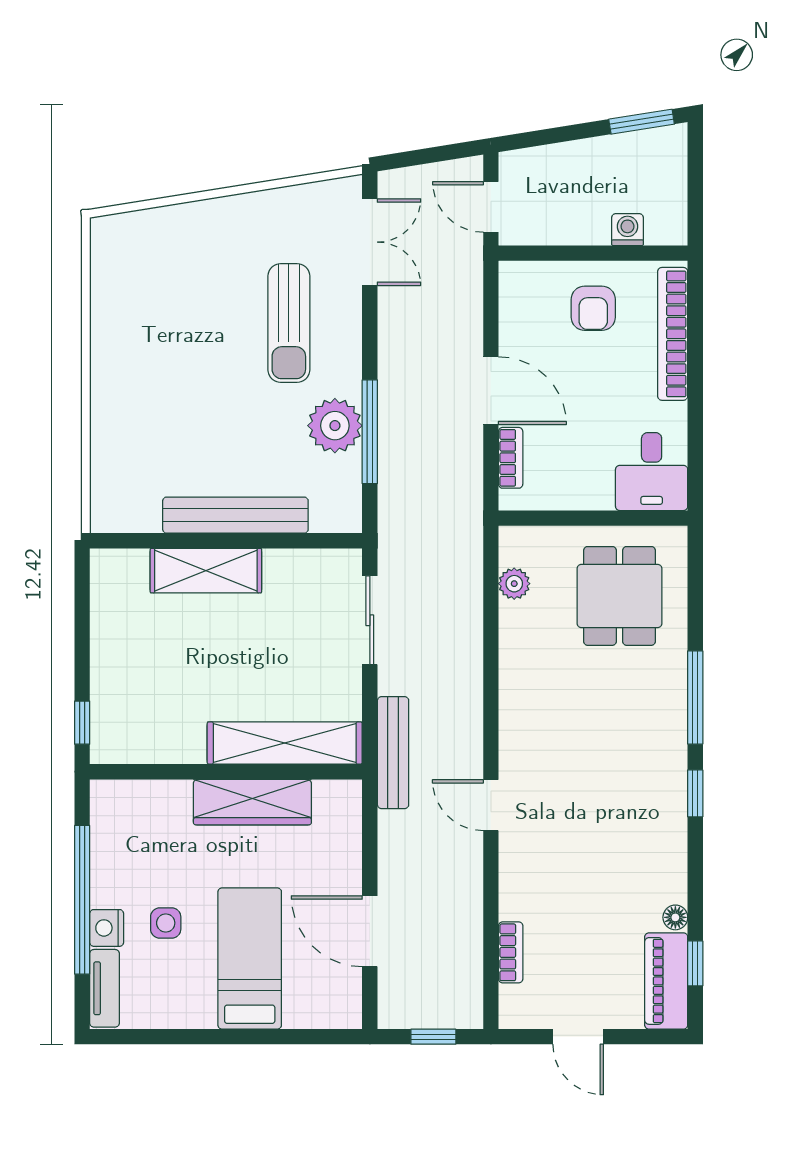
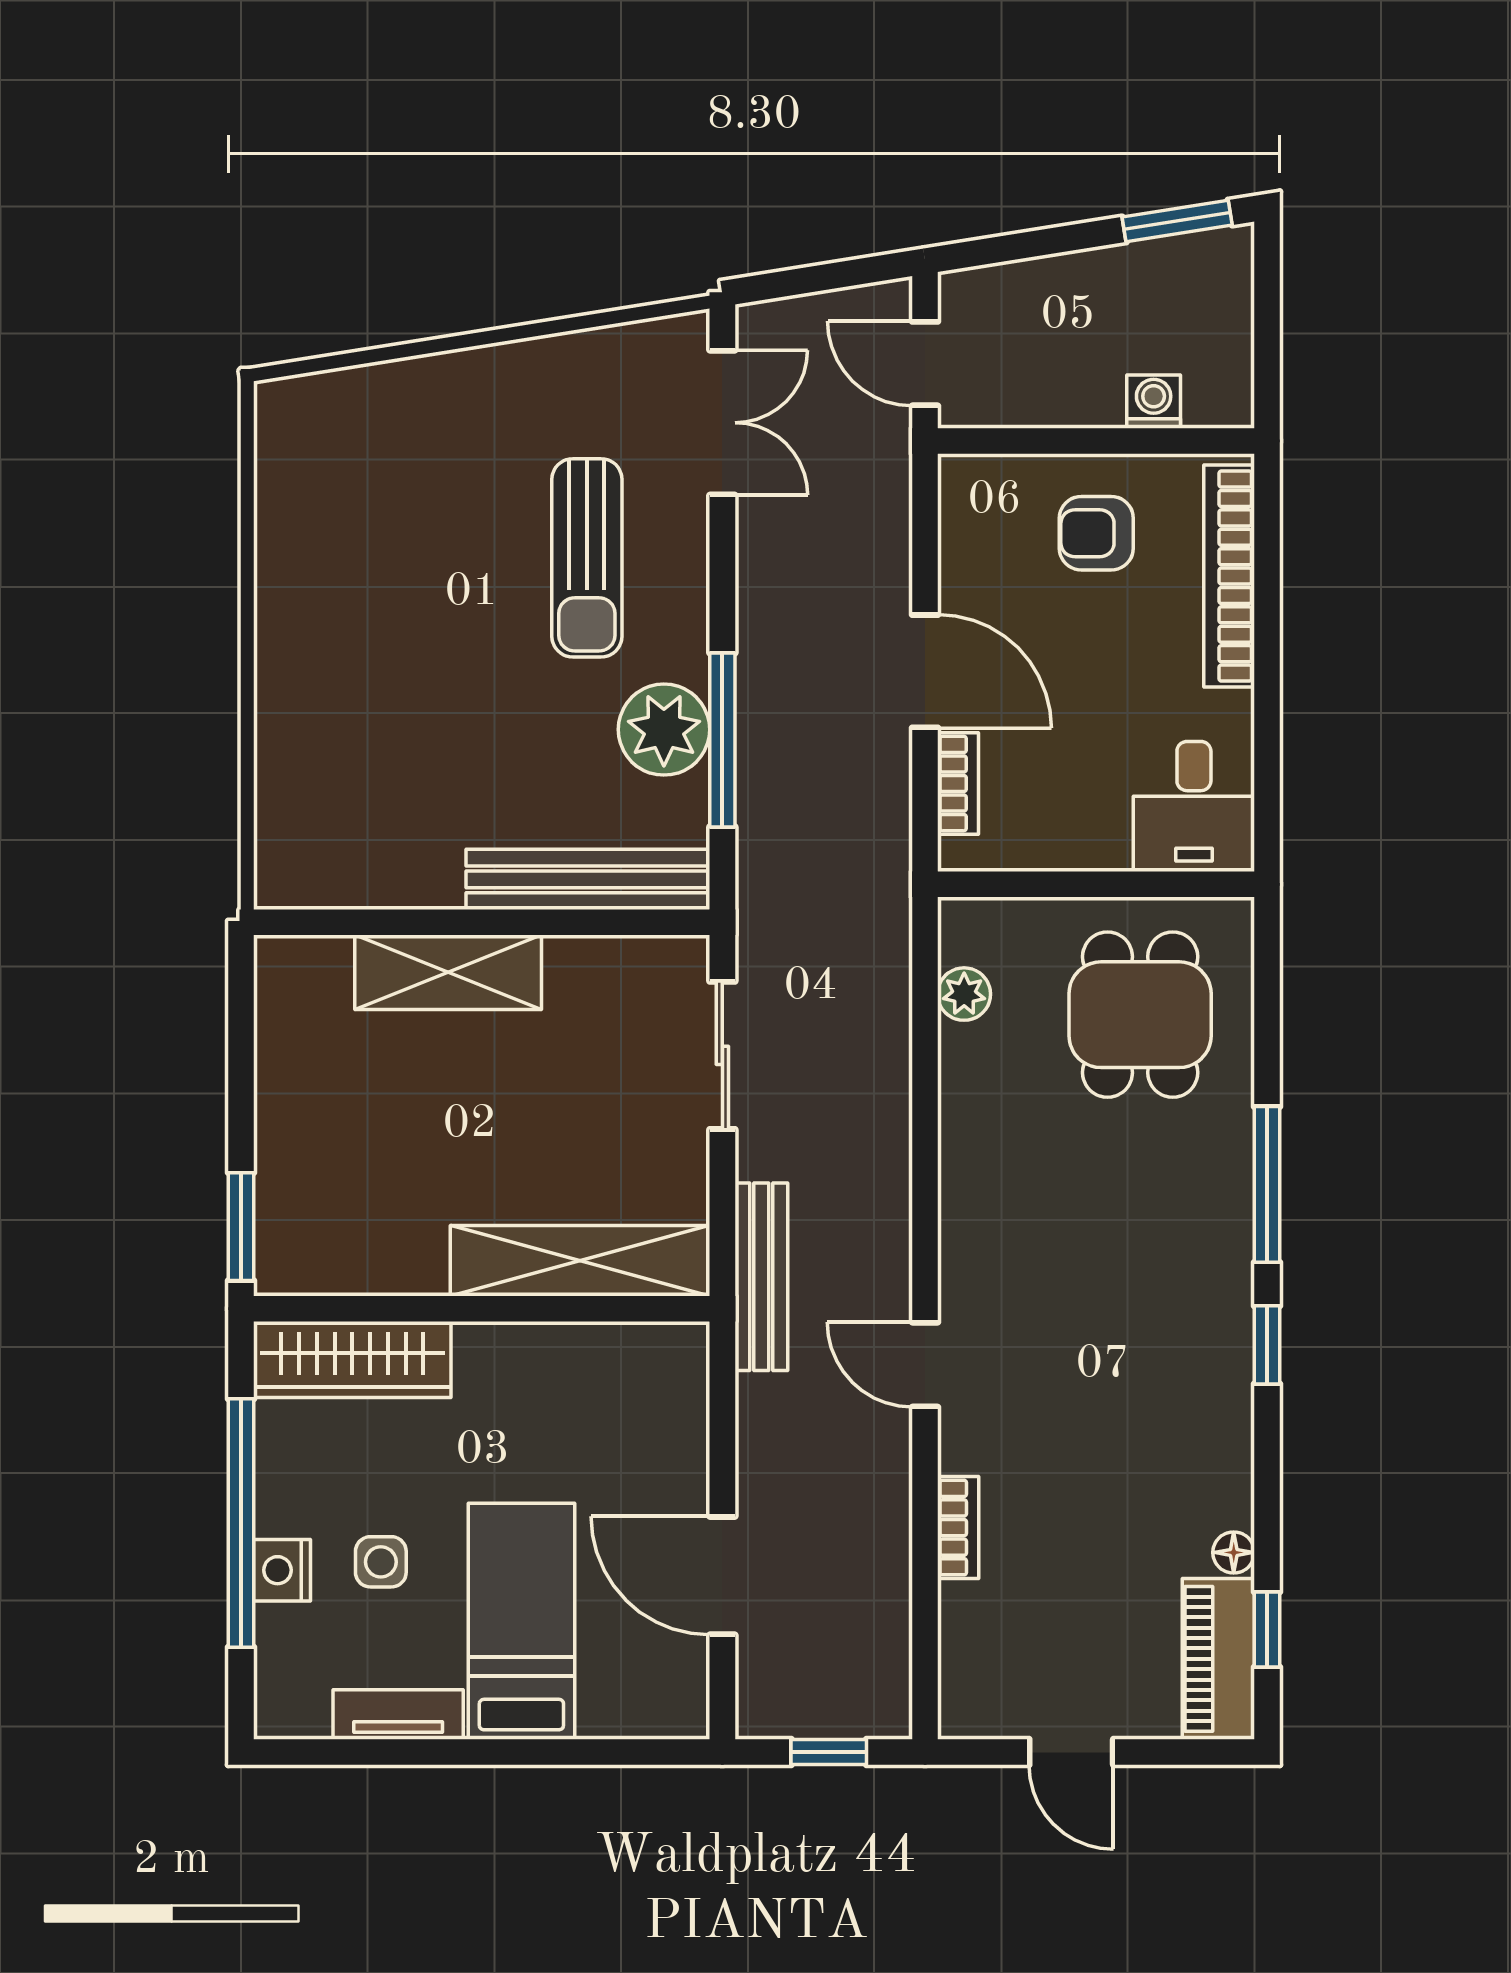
armchair: (593, 308) -> (1096, 533), turned 90
bench: (235, 515) -> (588, 879), moved
window: (82, 723) -> (241, 1227), width x1.50
wardrobe: (252, 802) -> (352, 1359), moved
bookcase: (511, 952) -> (958, 1528), moved
tv unit: (104, 988) -> (398, 1715), moved, turned -90

